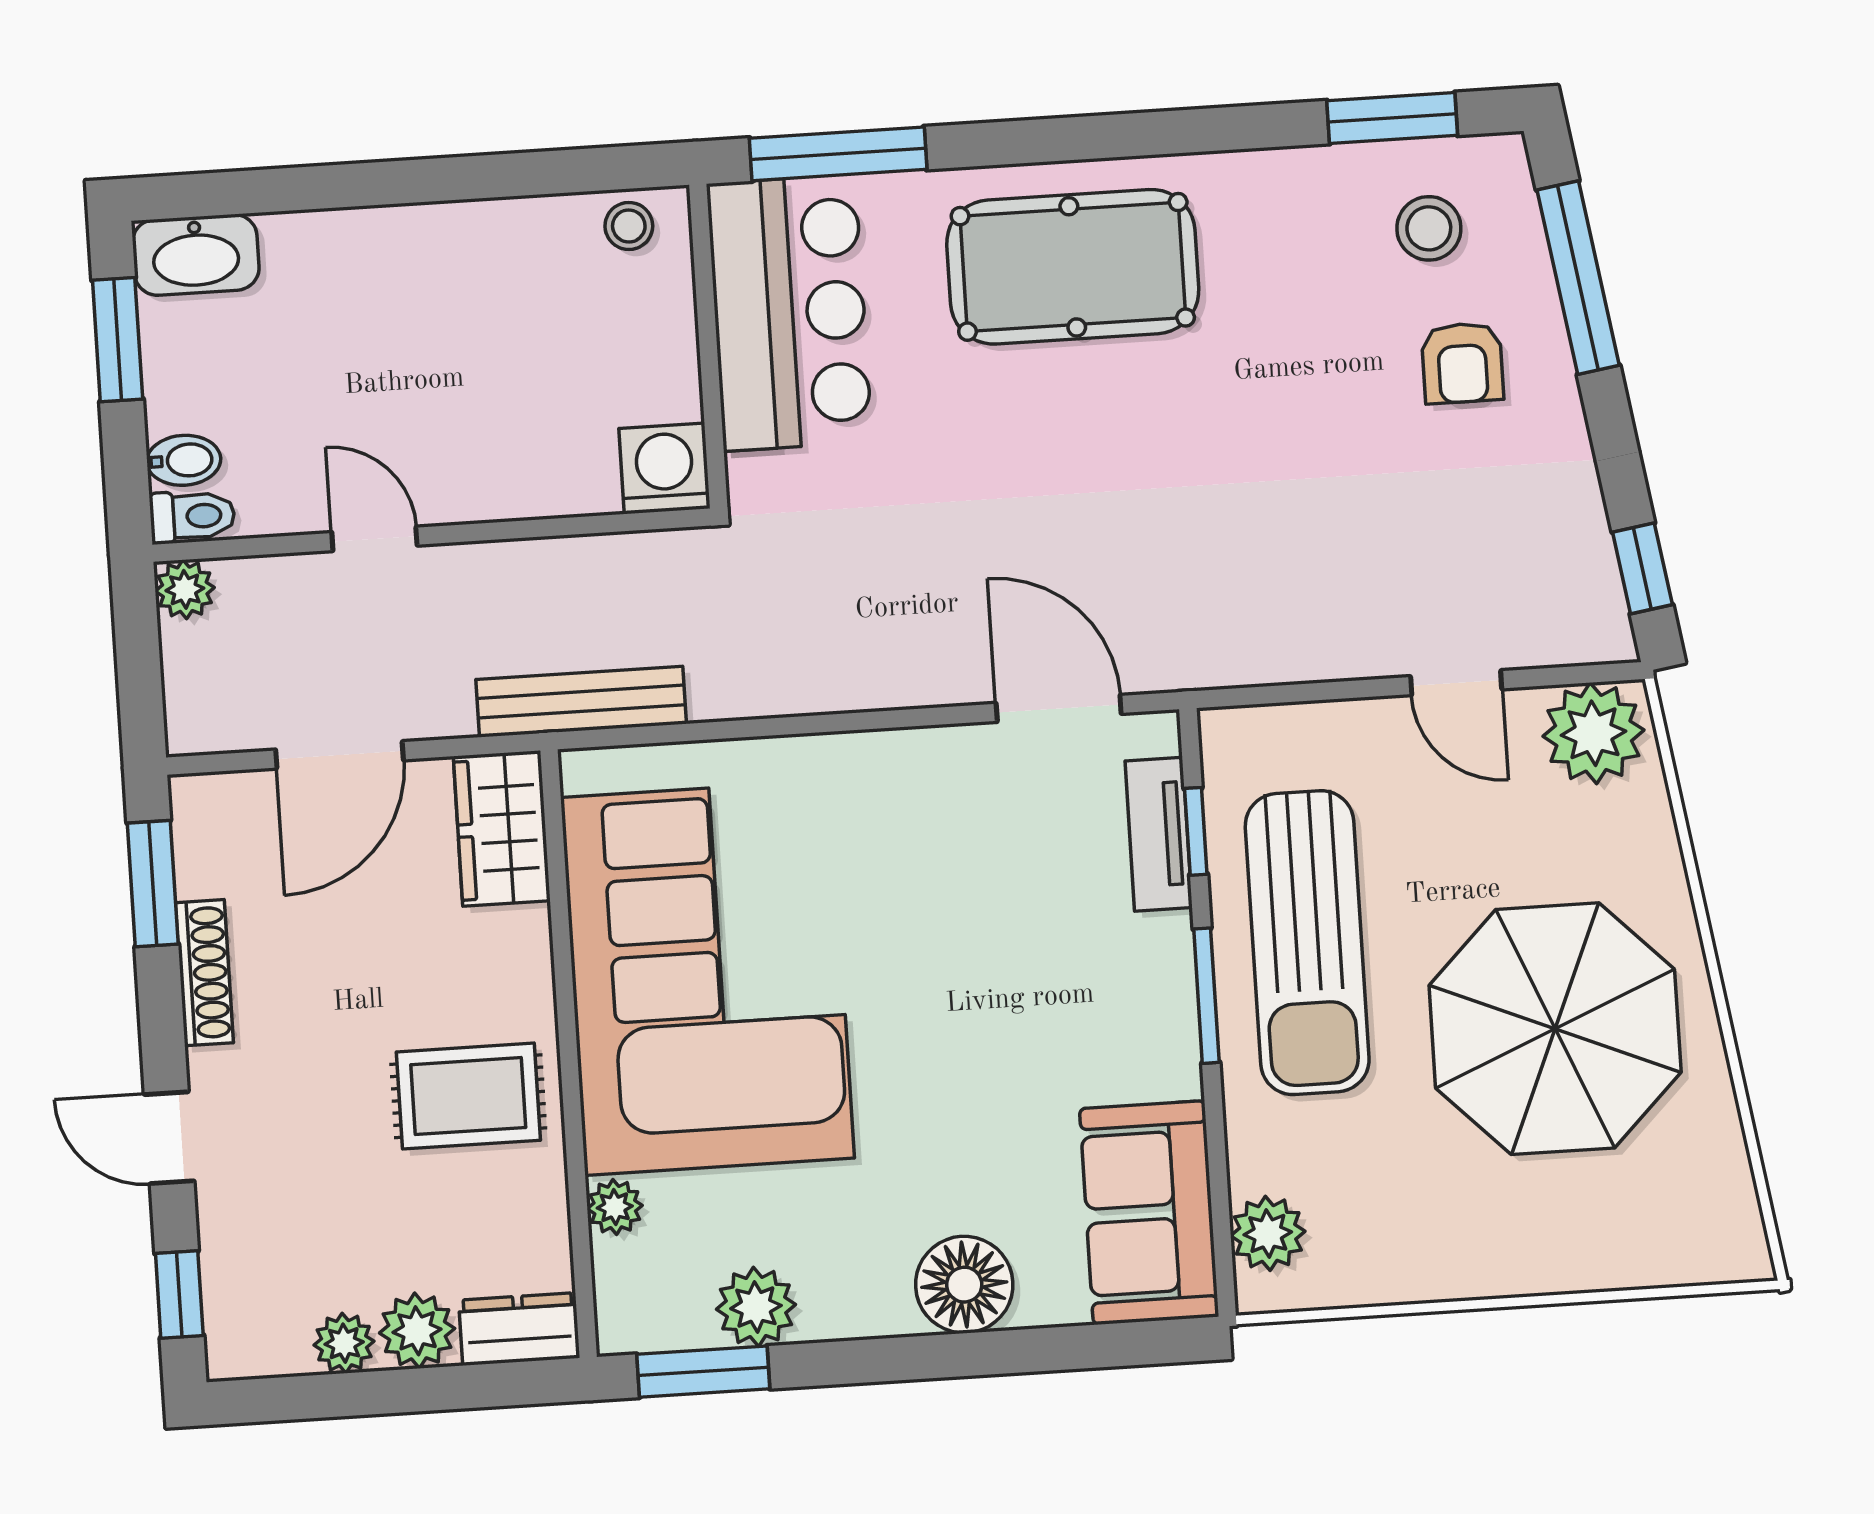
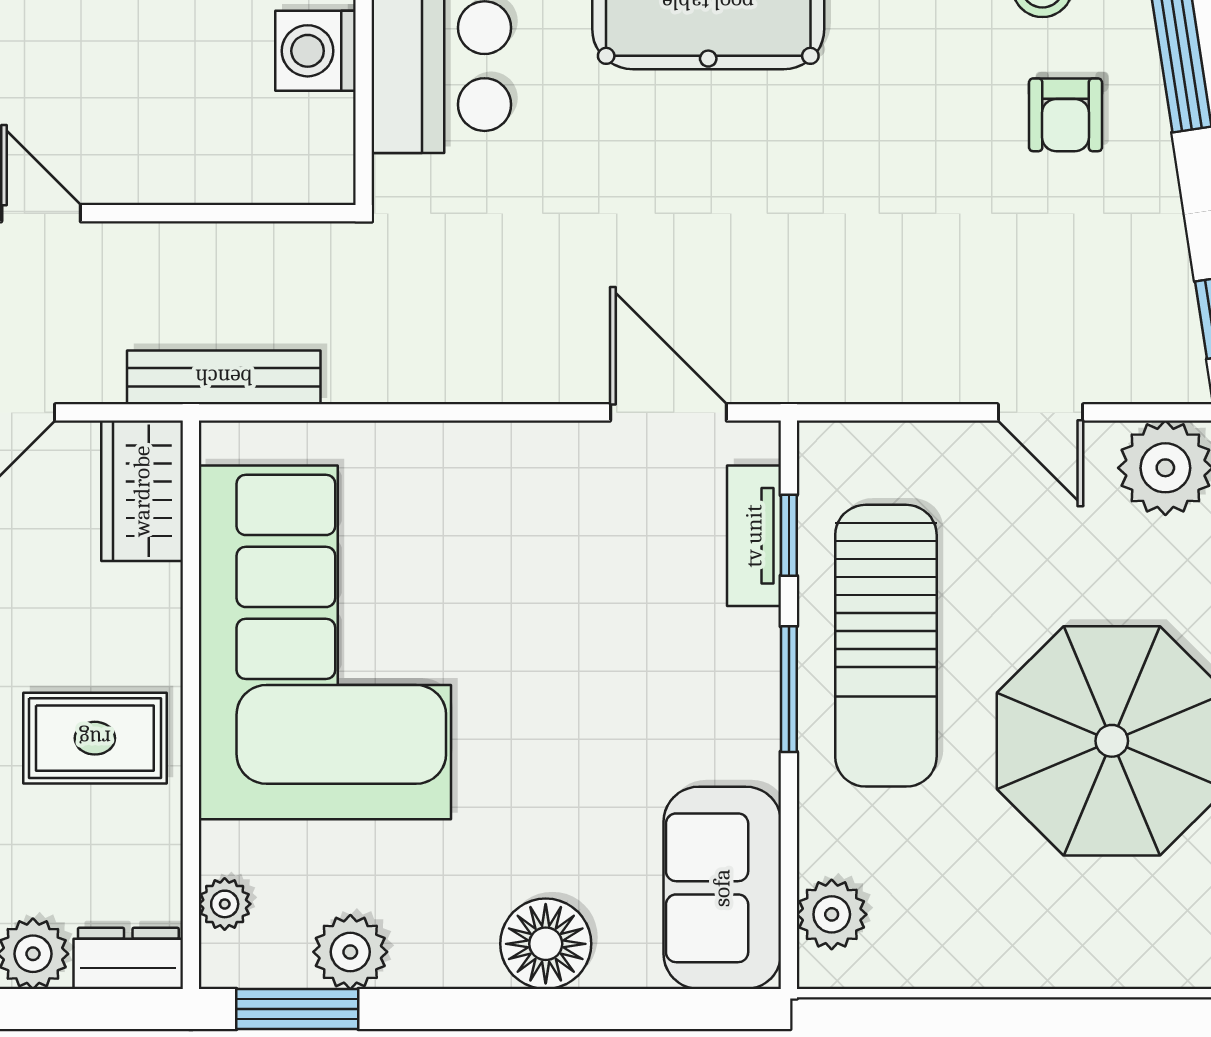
washing machine: (664, 468) -> (316, 51), moved, turned -90
plant: (615, 1207) -> (225, 904), moved

